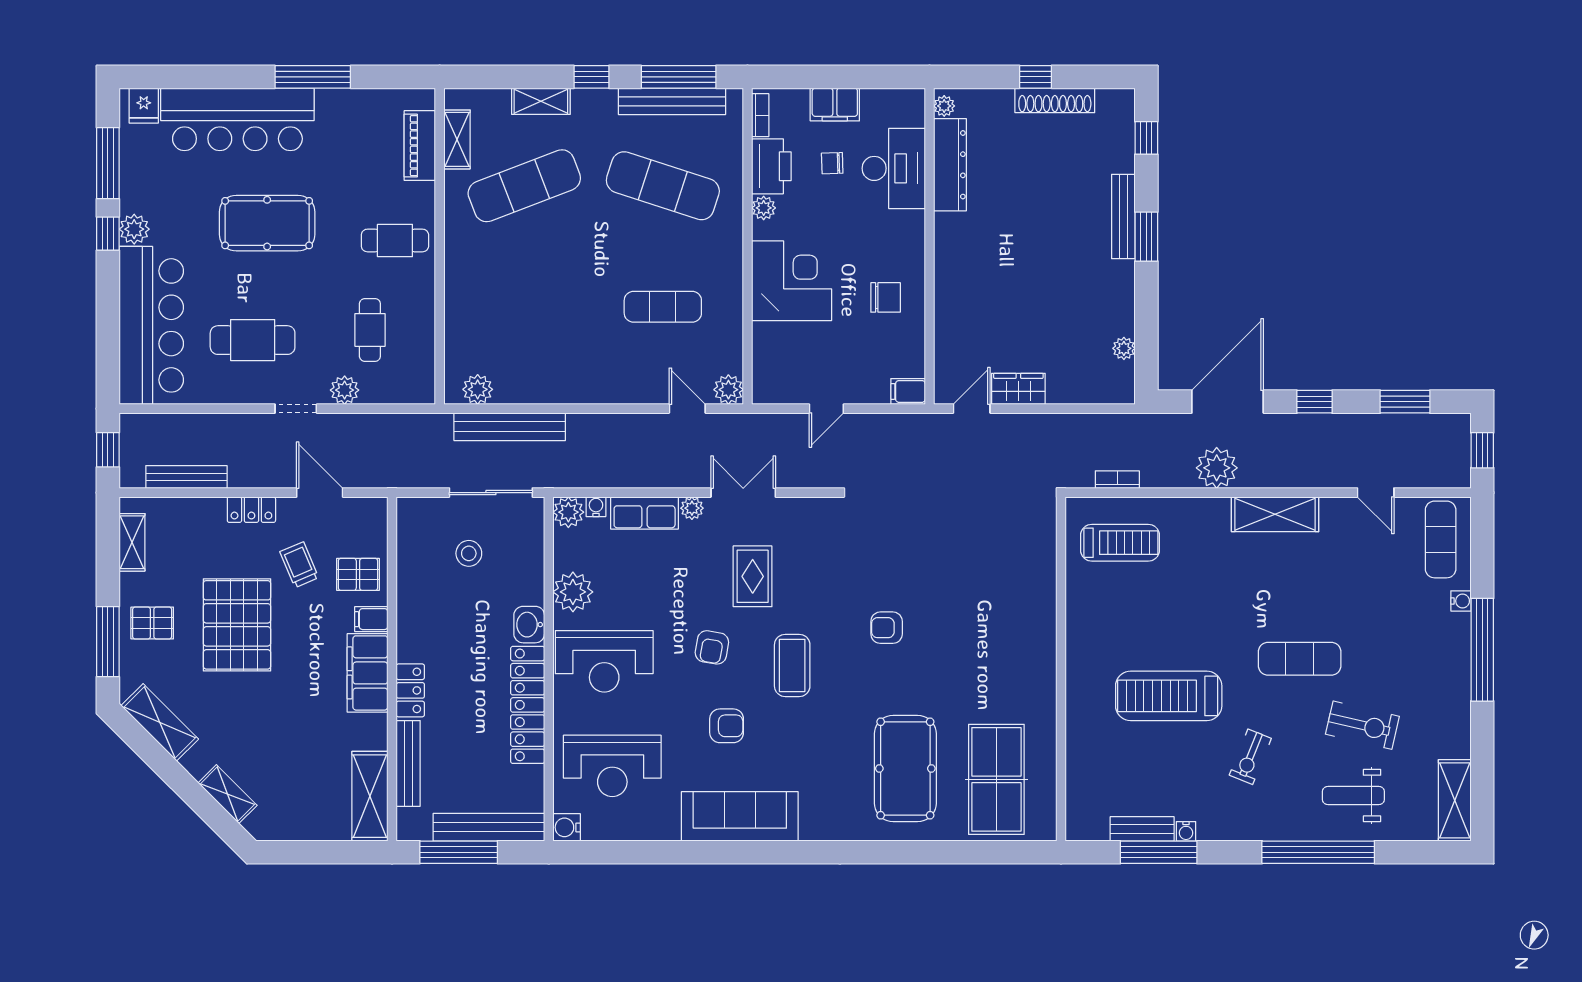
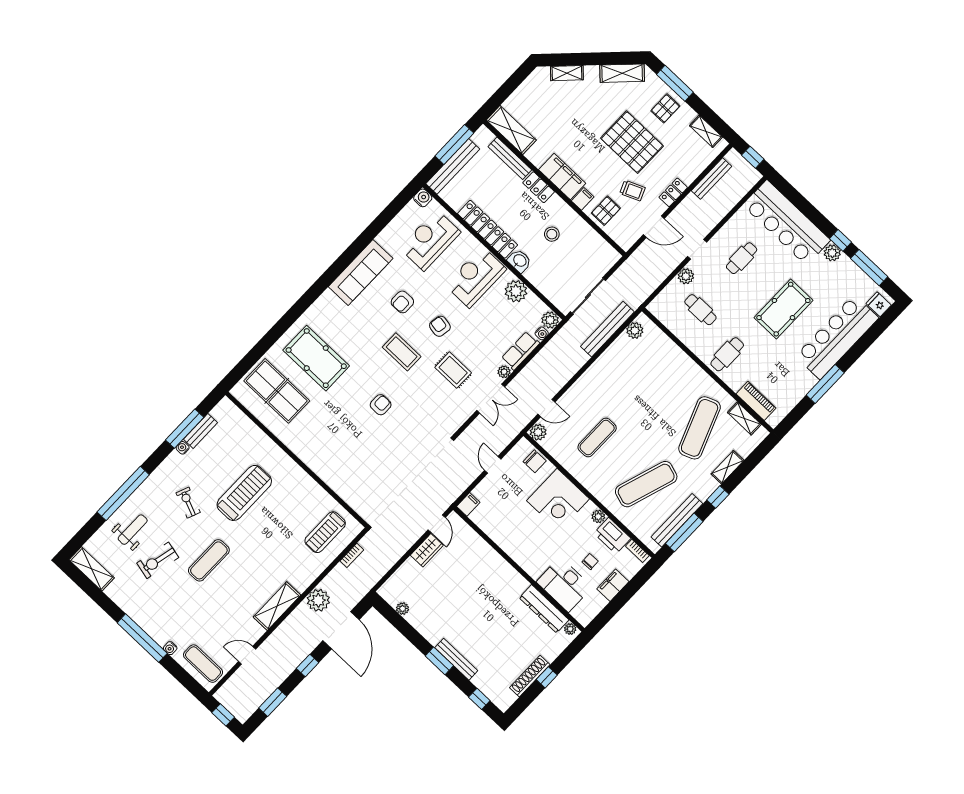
chair: (886, 297) -> (535, 461), moved, turned -90
cafe table: (253, 340) -> (742, 258), width x0.73, depth x0.74
stool: (469, 553) -> (552, 234), moved

